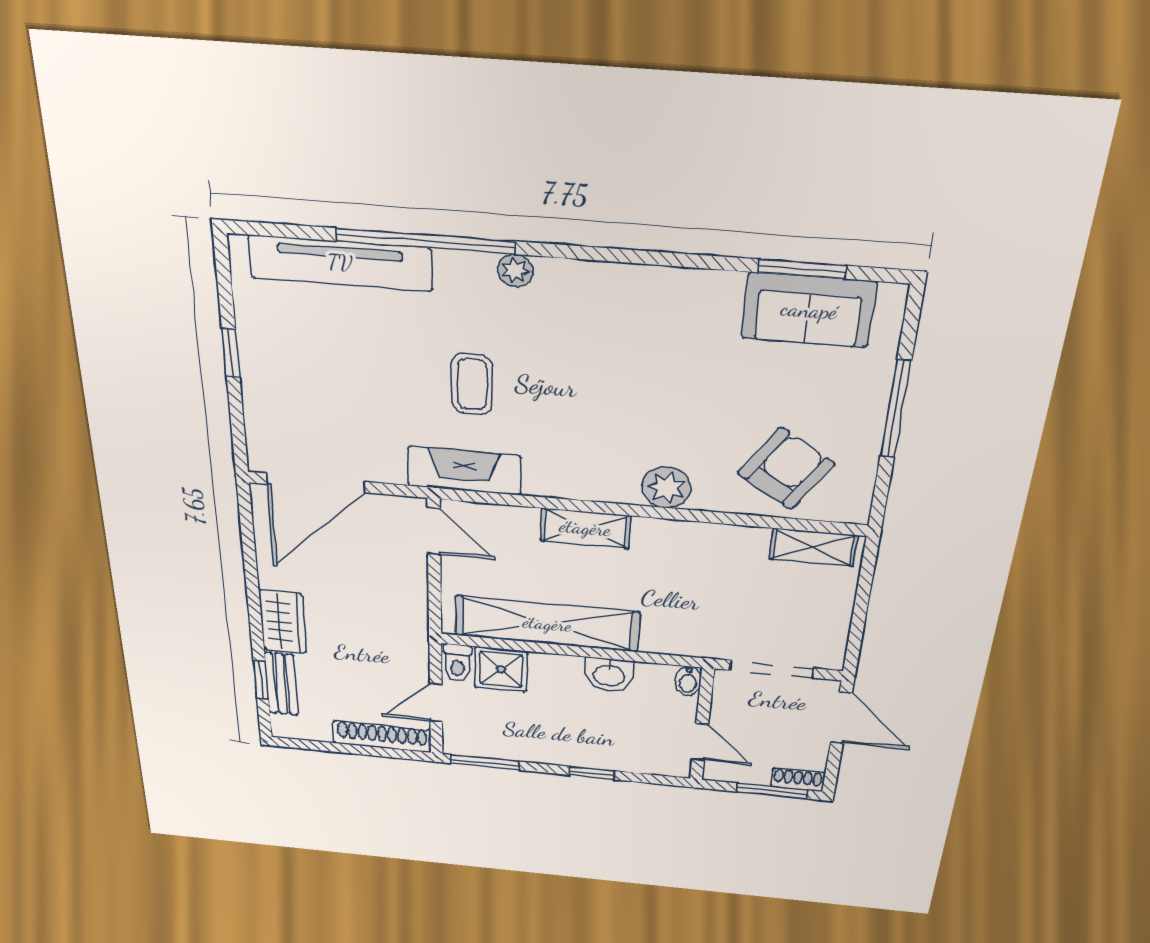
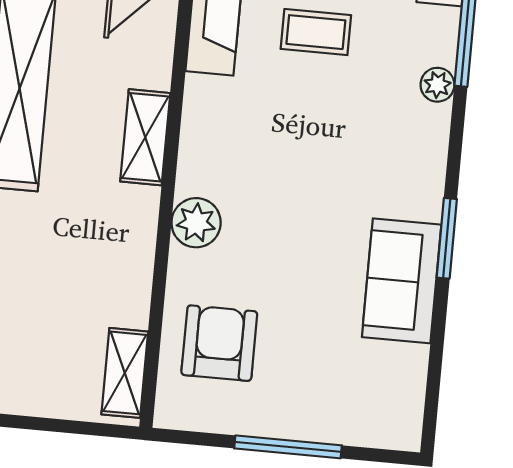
window: (802, 269) -> (447, 238), moved
sofa: (809, 310) -> (402, 281), moved
armchair: (786, 469) -> (219, 343), turned -123

